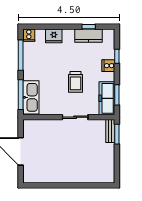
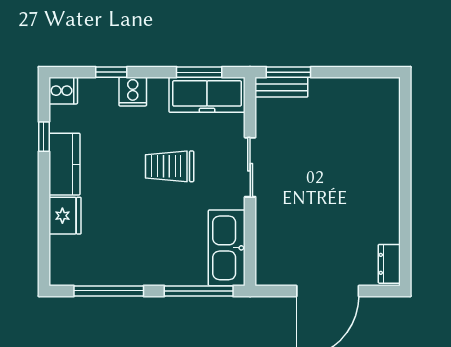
cooker: (29, 35) -> (63, 91), moved
kitchen counter: (88, 36) -> (64, 164), moved
trolley: (76, 82) -> (170, 166), turned 180
kitchen sink: (31, 97) -> (227, 248), moved, turned -90
dresser: (33, 178) -> (389, 264), added

